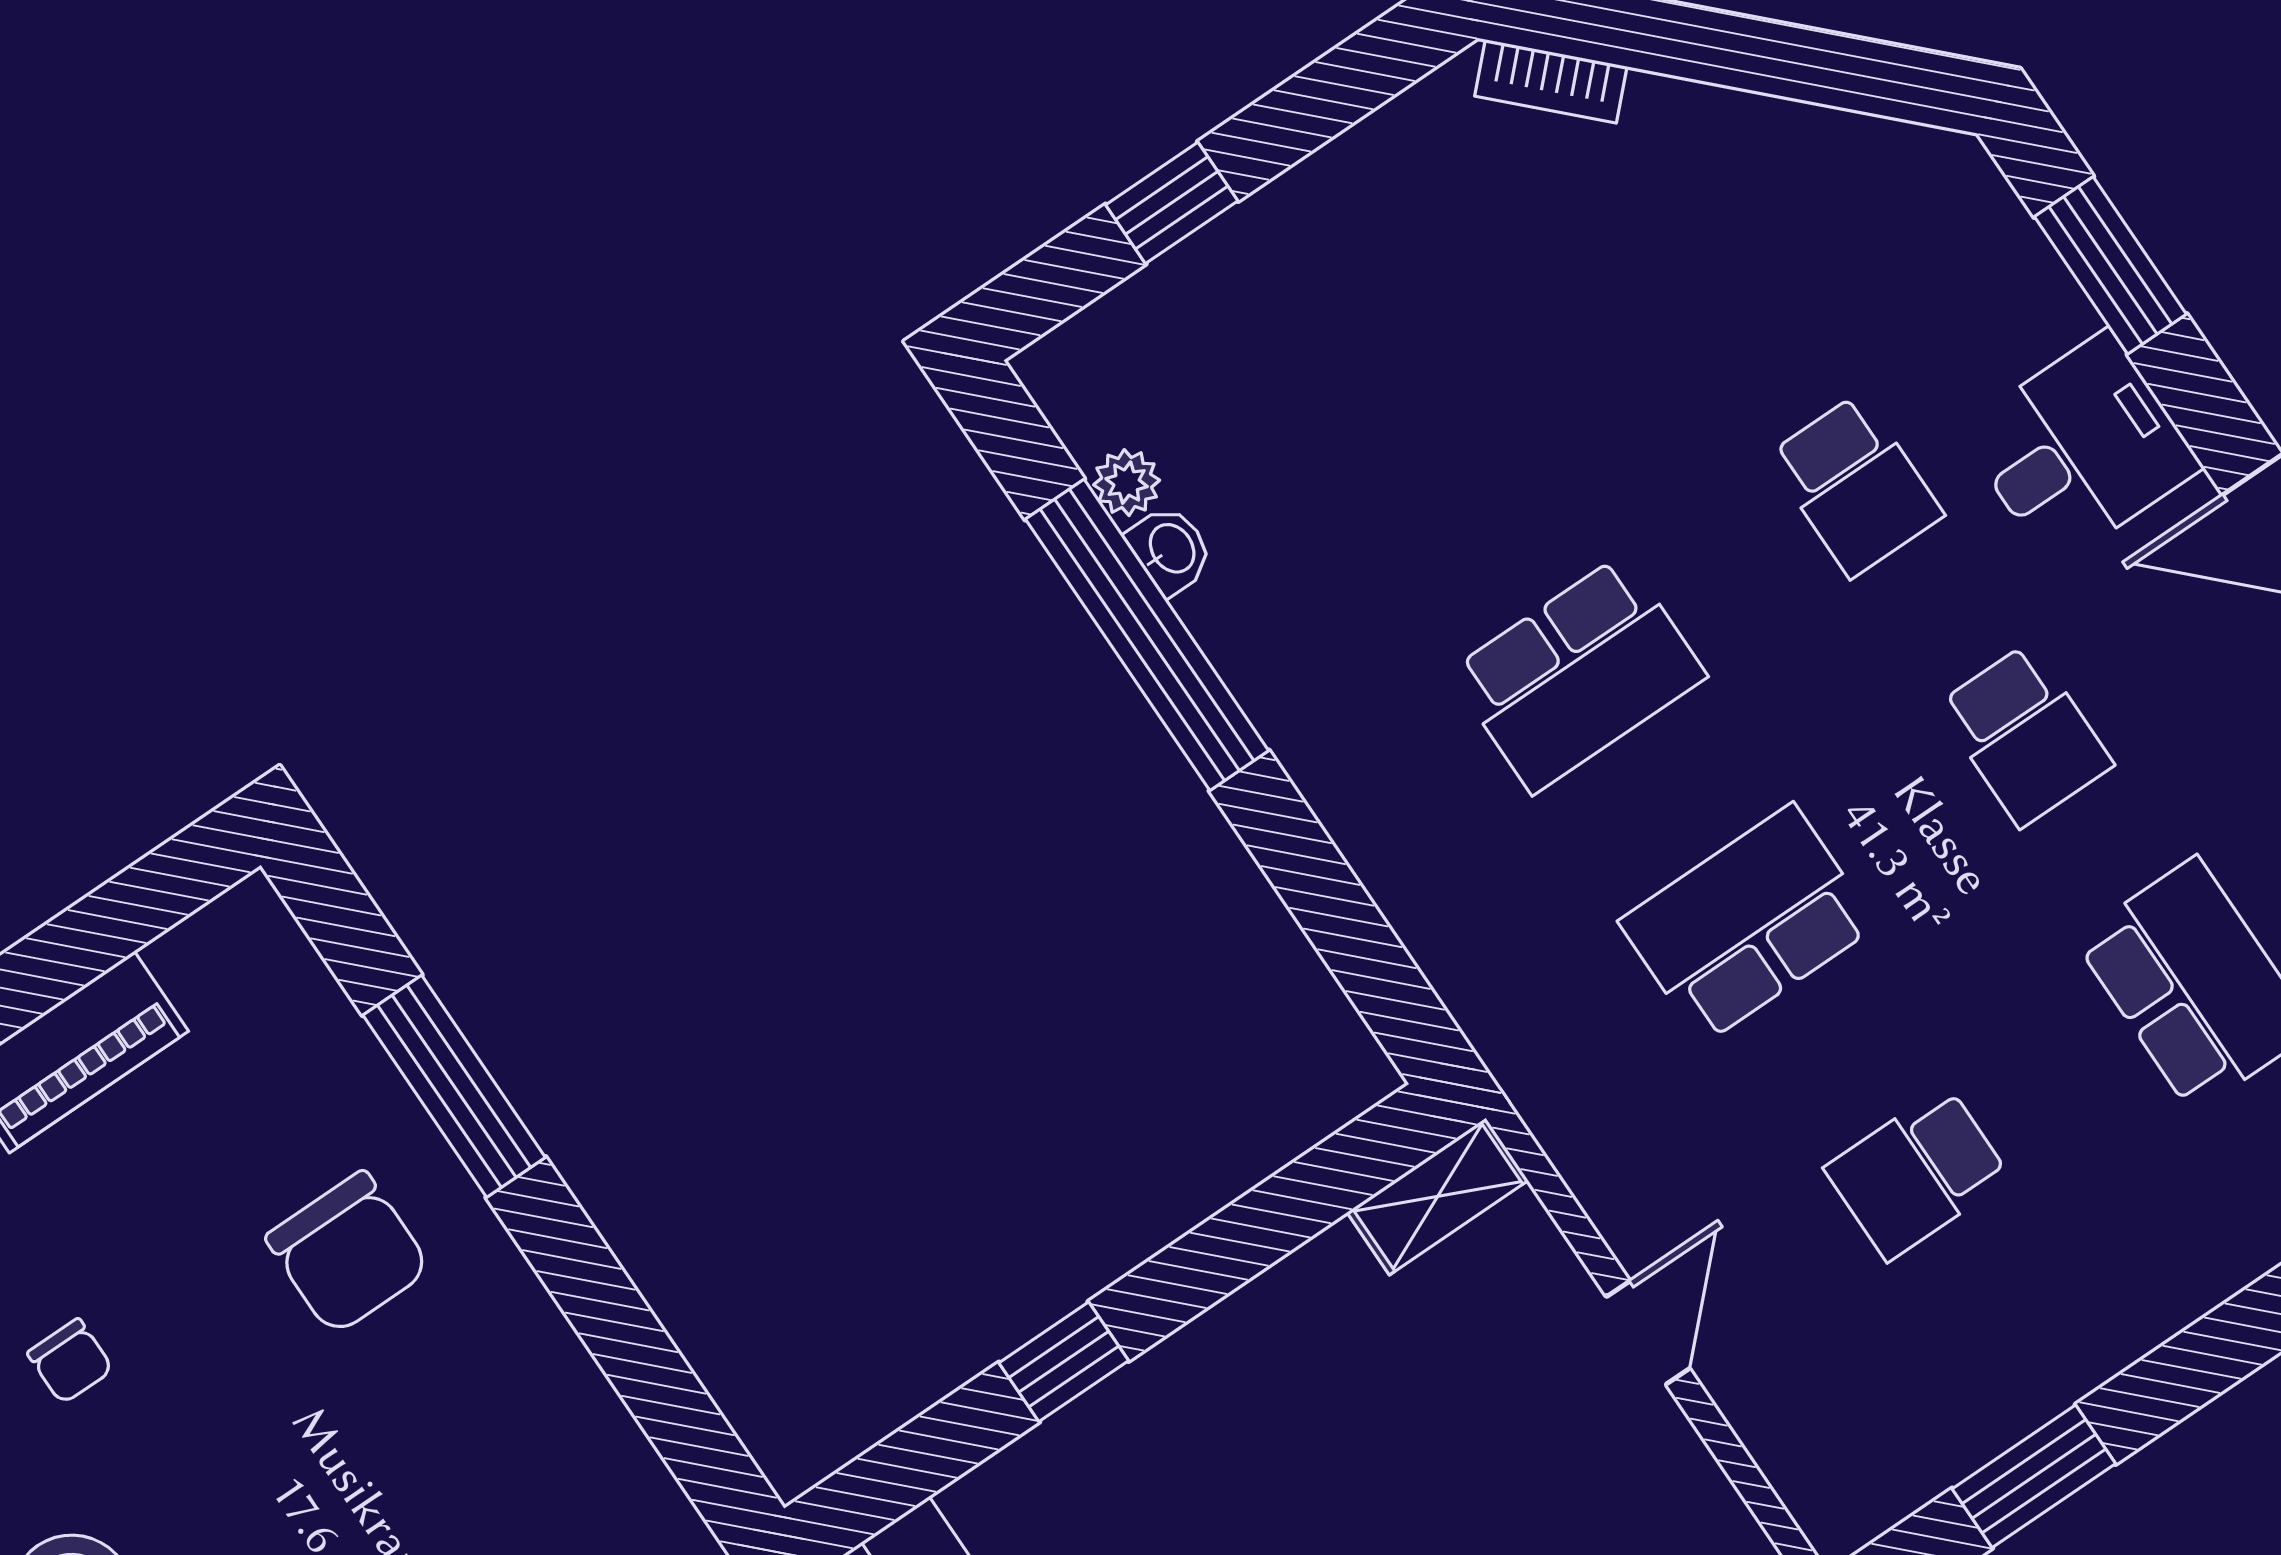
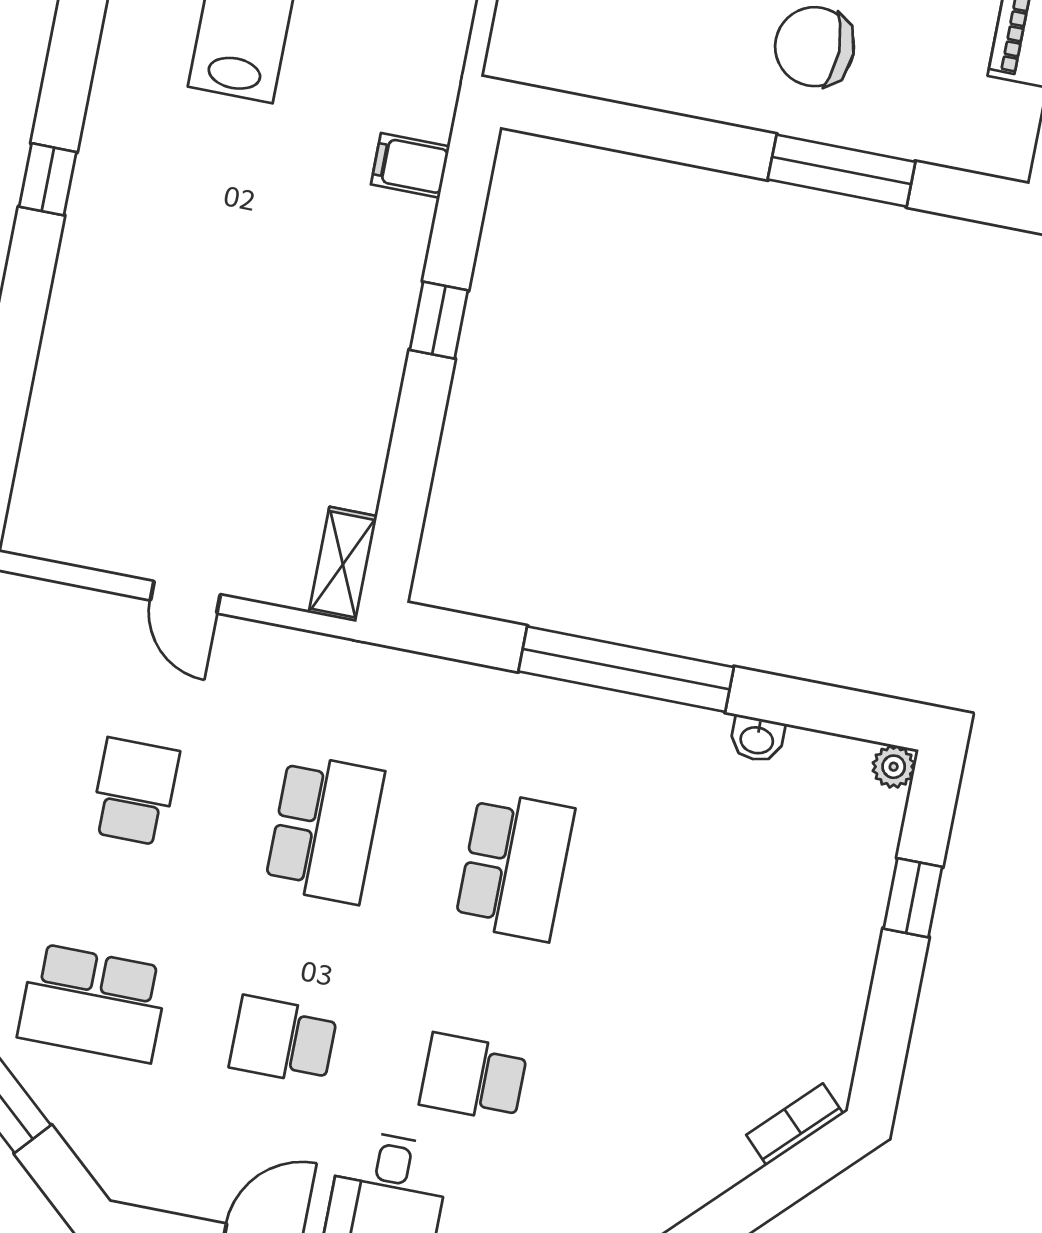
plant: (1127, 483) -> (894, 767), moved
window: (1147, 635) -> (626, 669), moved
school desk: (1578, 674) -> (515, 866), turned 180

